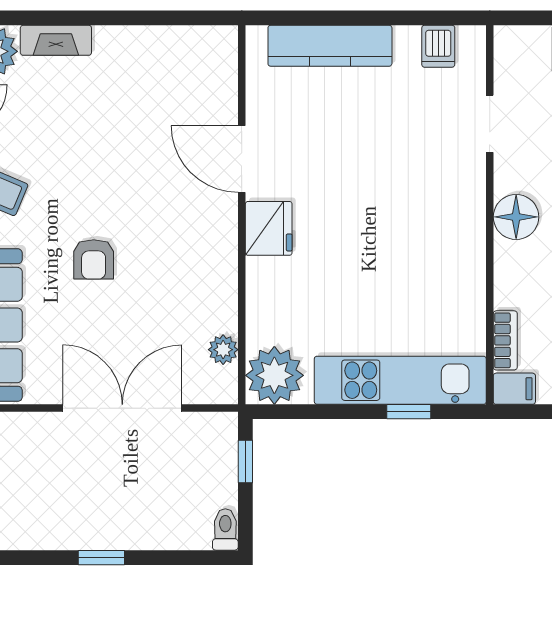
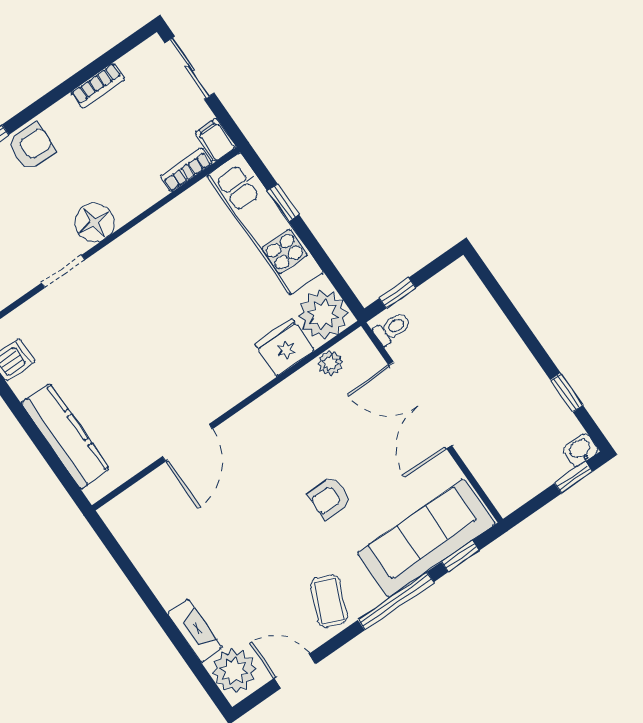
doorway: (490, 124) -> (63, 271), moved
fridge: (269, 228) -> (284, 347), moved
armchair: (94, 259) -> (330, 498), turned 180
toilet: (225, 529) -> (392, 328), moved, turned 180
window: (101, 558) -> (567, 393), moved

